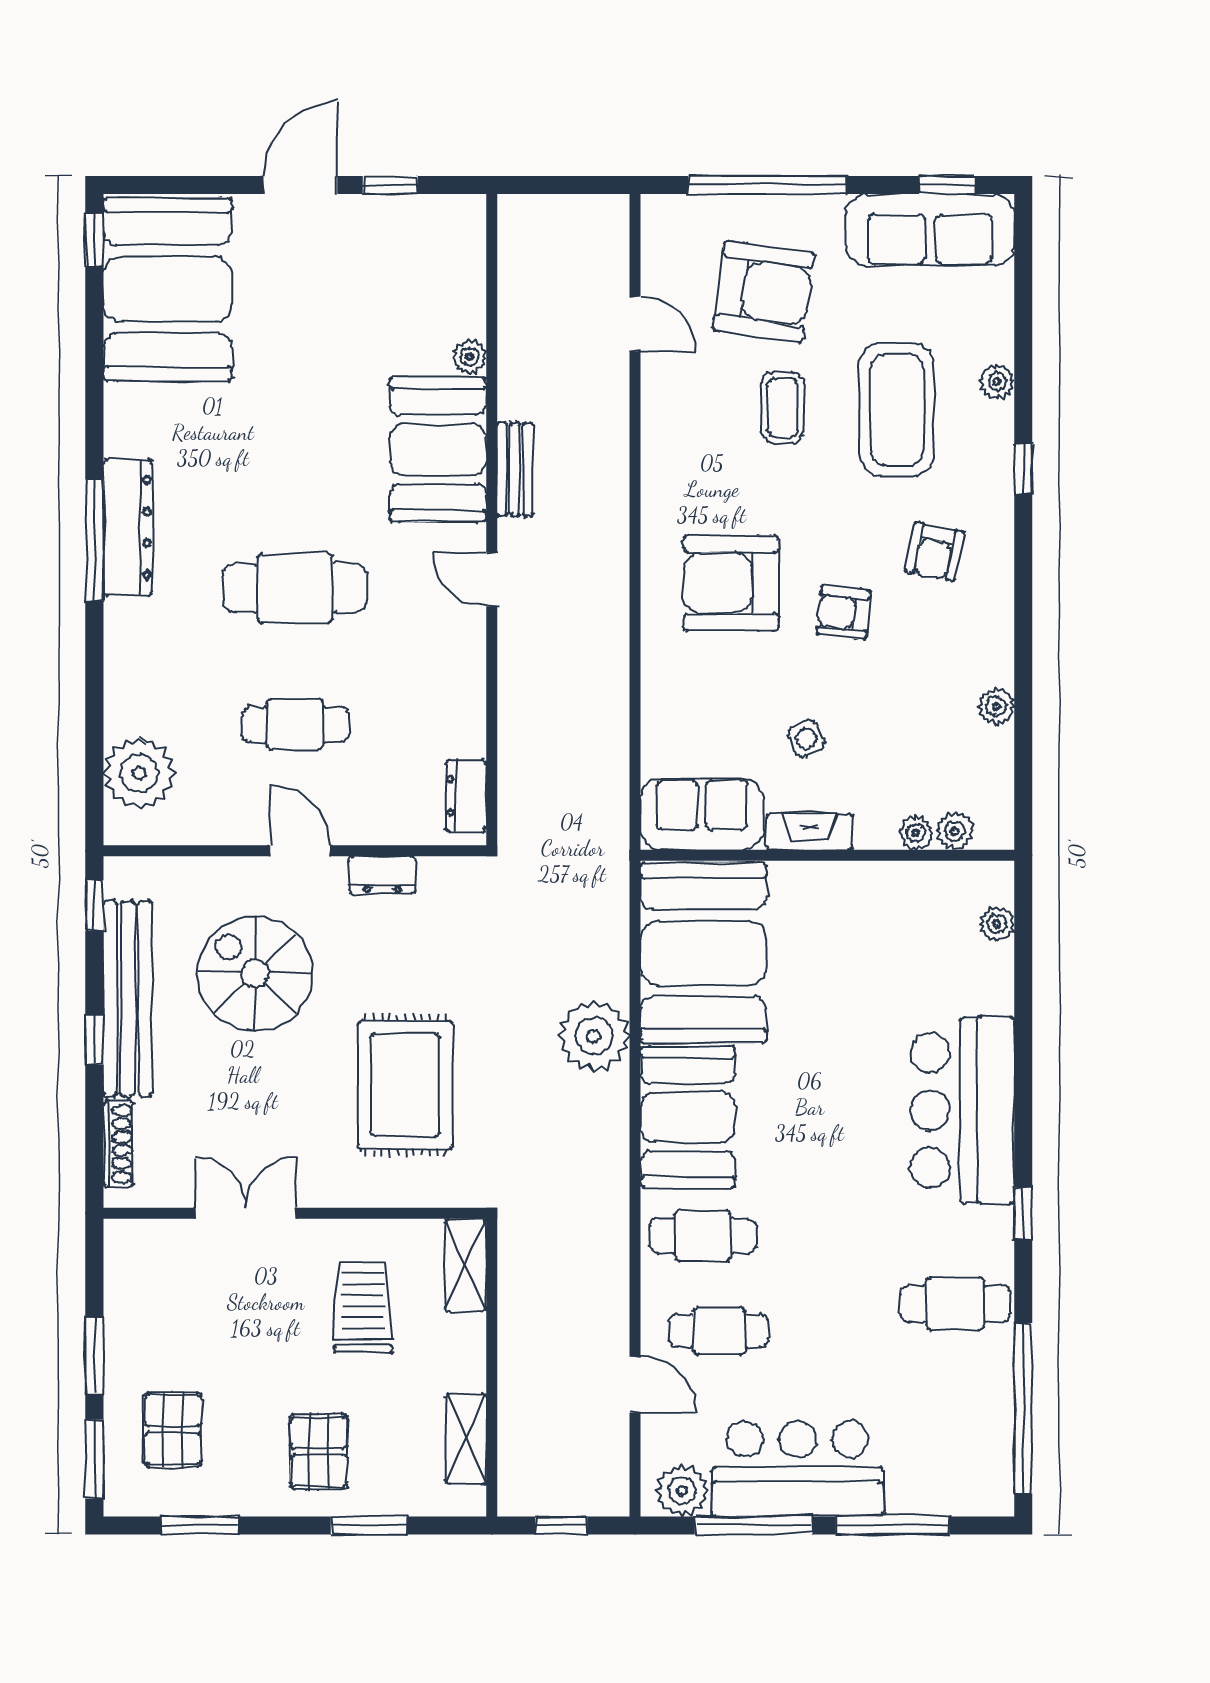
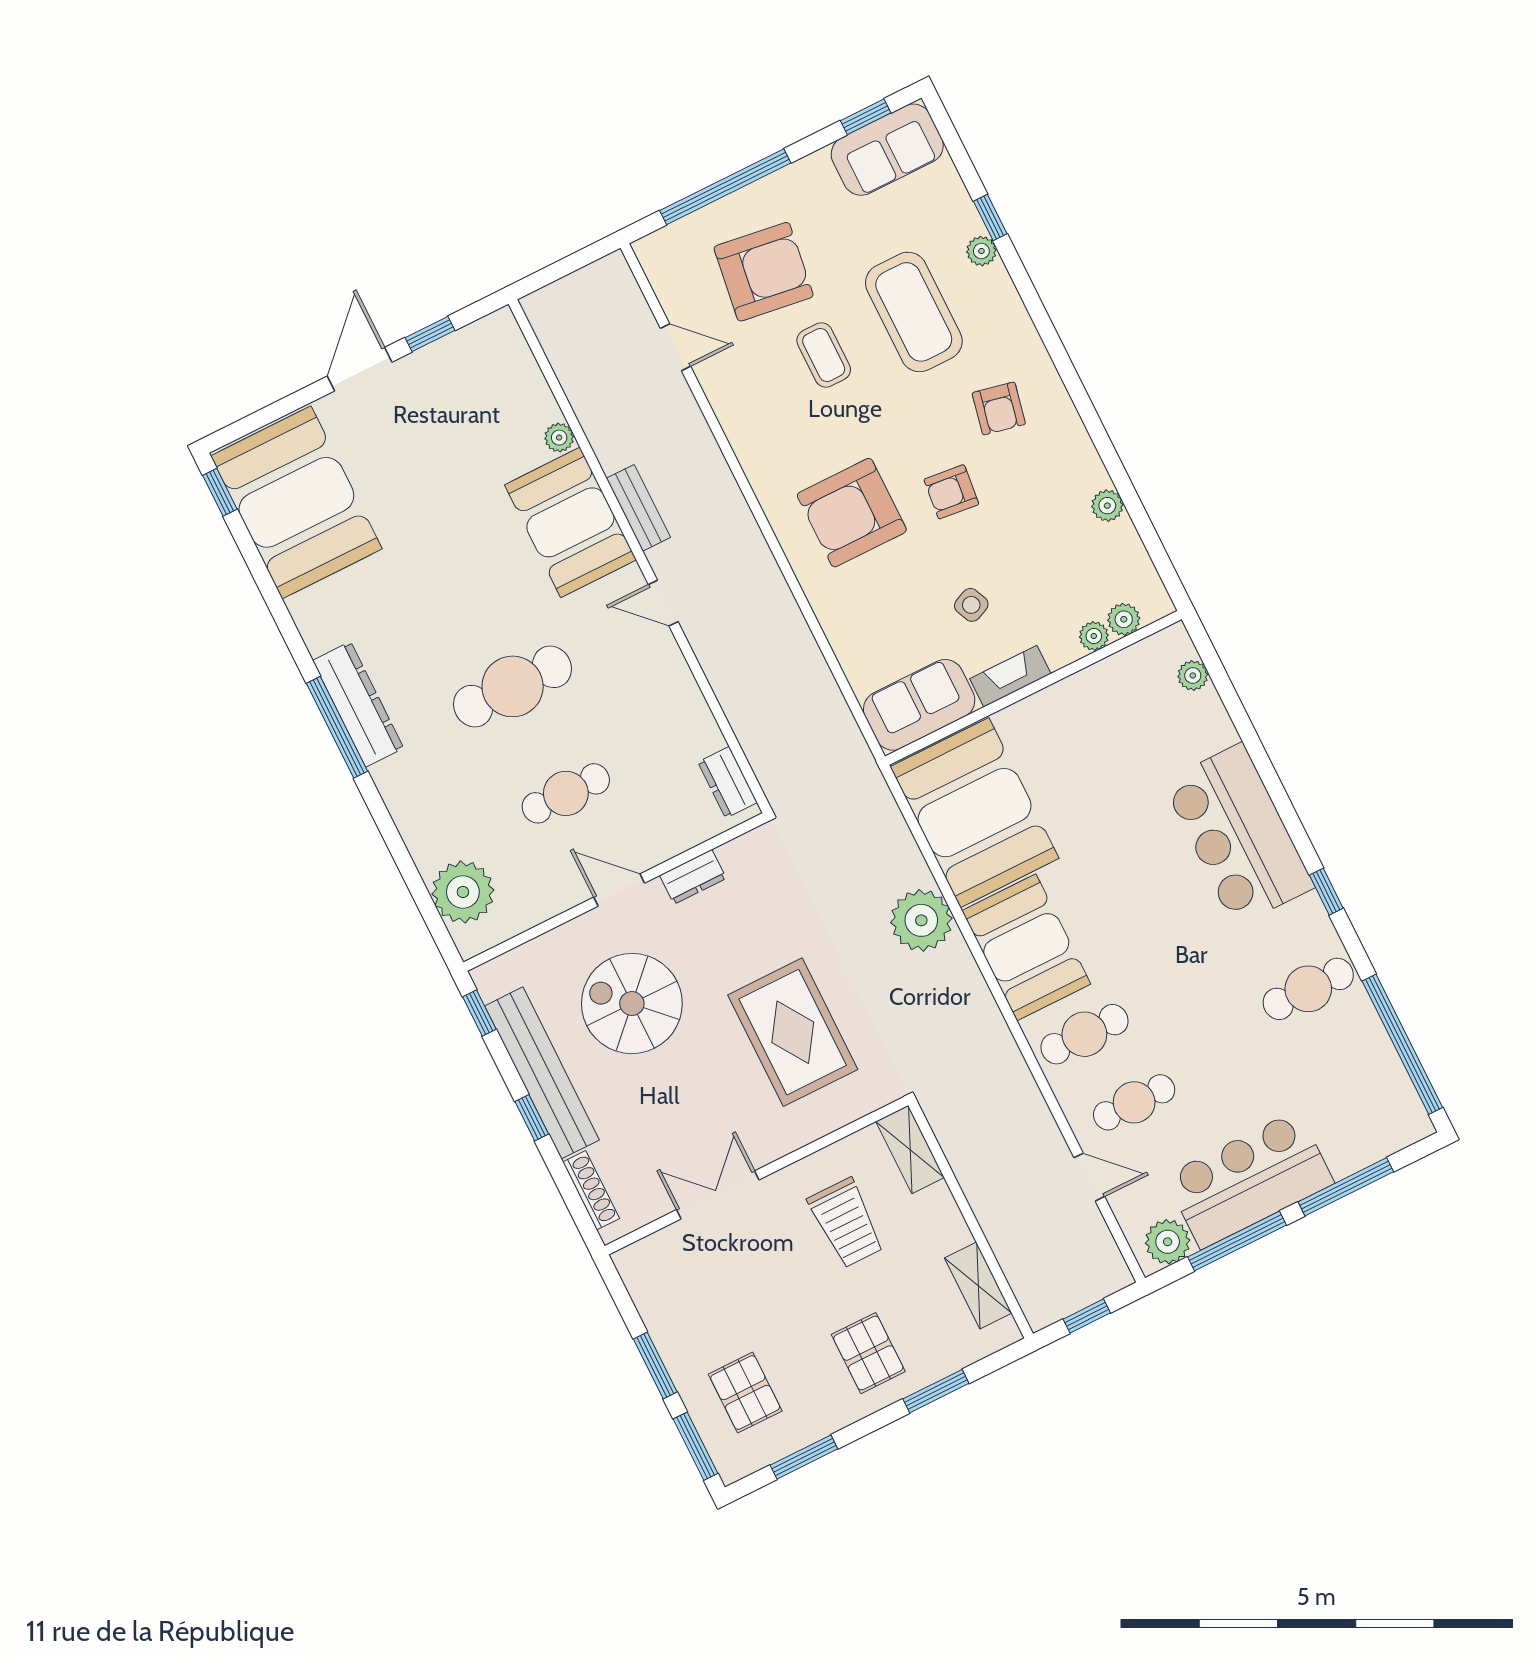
sofa: (930, 230) -> (887, 150), width x0.73
window: (1023, 469) -> (990, 218), moved
trolley: (363, 1307) -> (846, 1223), turned 180

